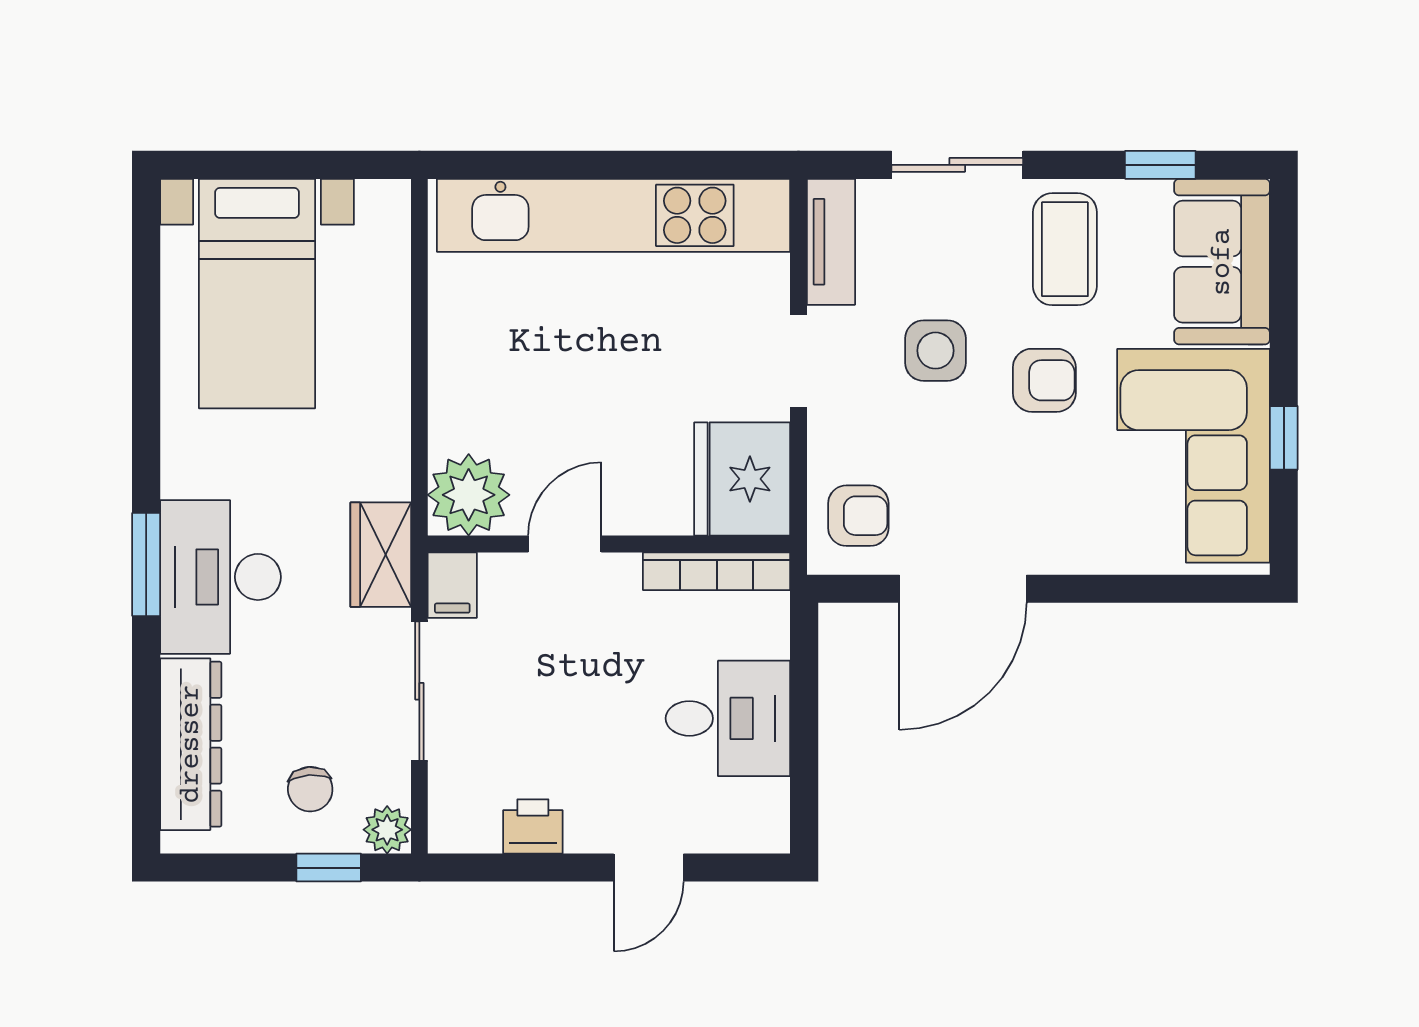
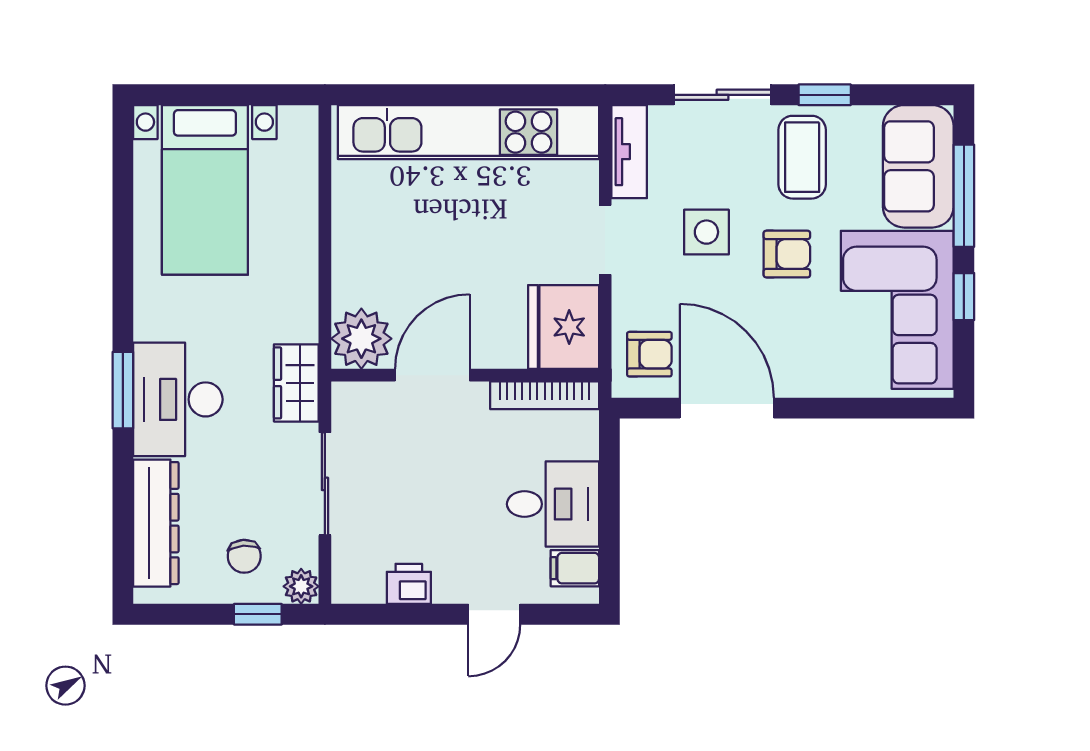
window: (1160, 165) -> (825, 95), moved
window: (1284, 301) -> (964, 196), added
door: (565, 544) -> (432, 375), width x1.38
filing cabinet: (452, 585) -> (575, 568), moved, turned 90
door: (963, 589) -> (727, 408), swing flipped

